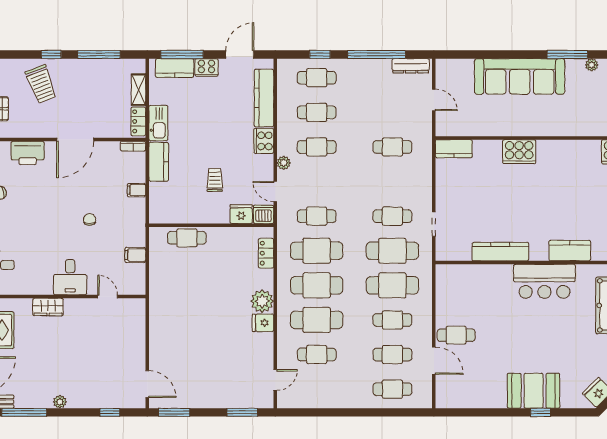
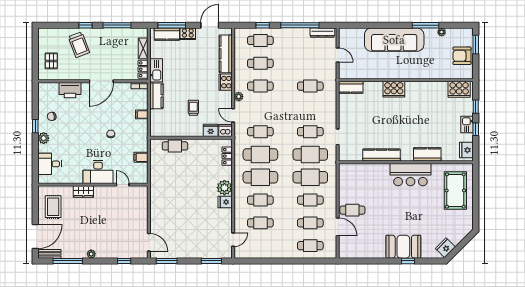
desk: (70, 277) -> (98, 172), width x1.37
cafe table: (317, 320) -> (260, 200), width x0.73, depth x0.74

